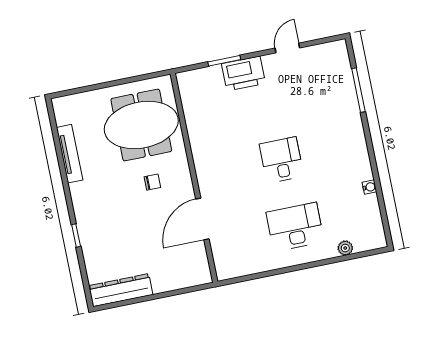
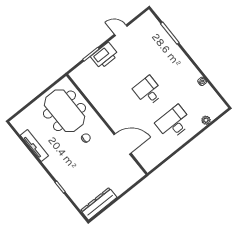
door: (287, 48) -> (121, 30), hinge flipped
meeting table: (141, 125) -> (64, 111), turned 90
door: (202, 219) -> (122, 144), swing flipped

